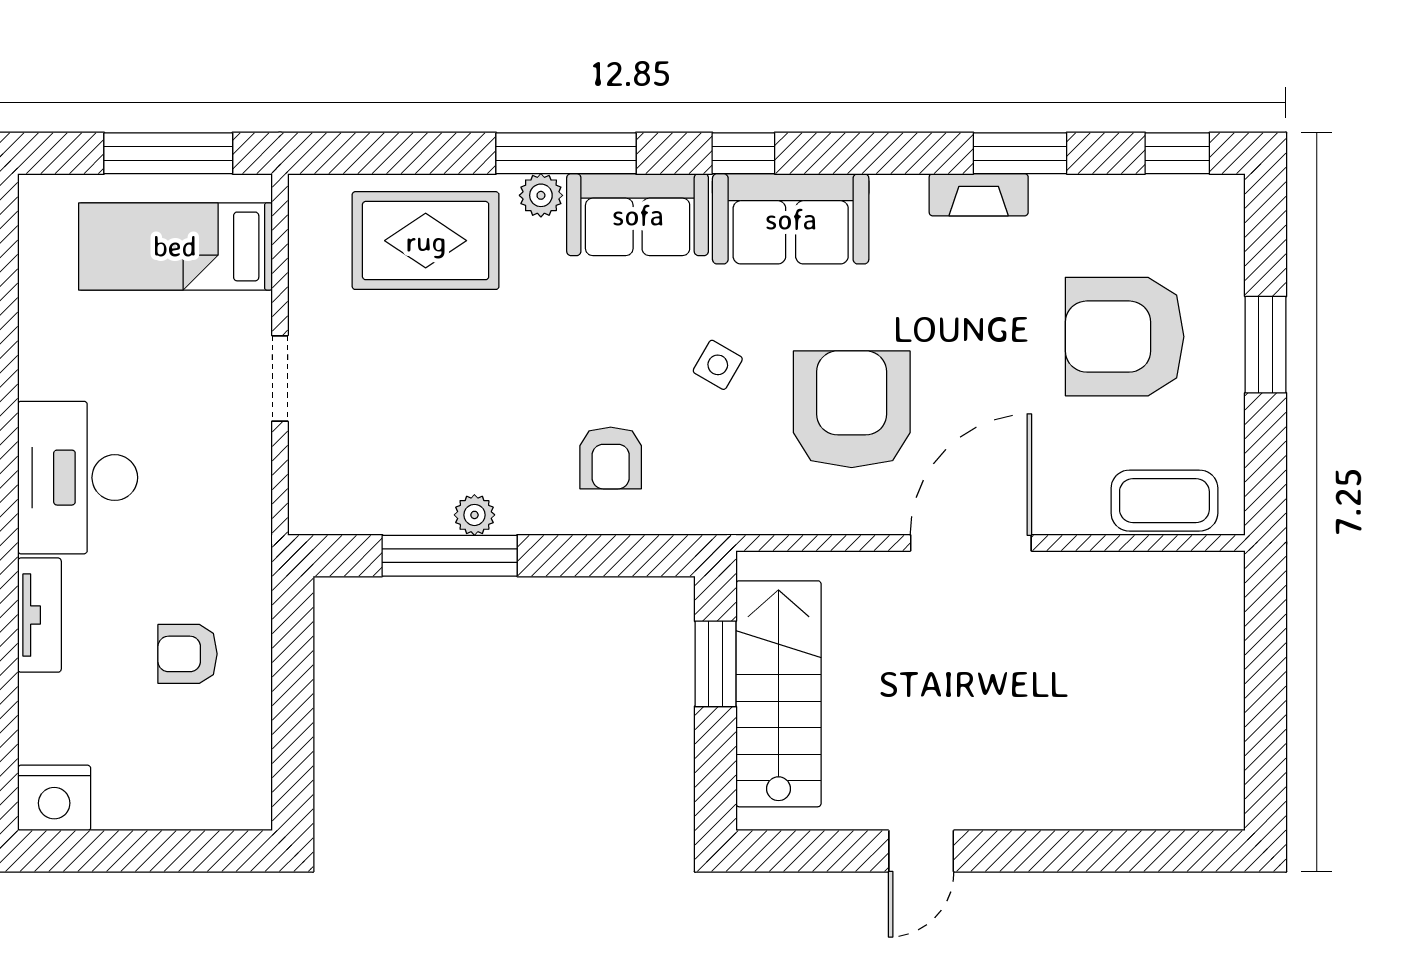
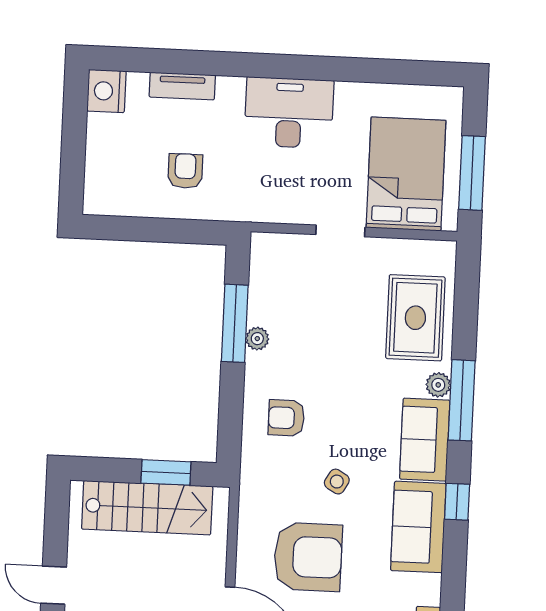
bed: (175, 246) -> (406, 174), width x1.50
tv unit: (39, 615) -> (182, 86), moved

